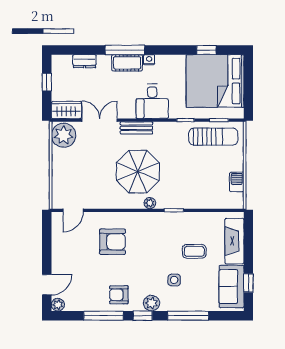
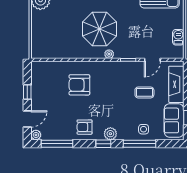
door: (73, 210) -> (152, 60), moved
armchair: (112, 242) -> (79, 85), turned 180
window: (47, 251) -> (27, 92), added
side table: (174, 280) -> (144, 129), moved
window: (104, 316) -> (57, 144), moved

